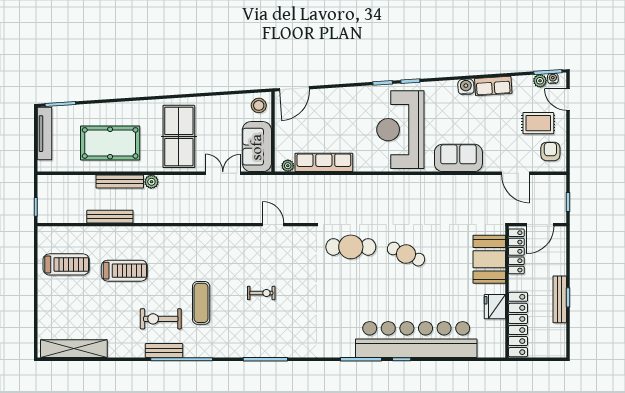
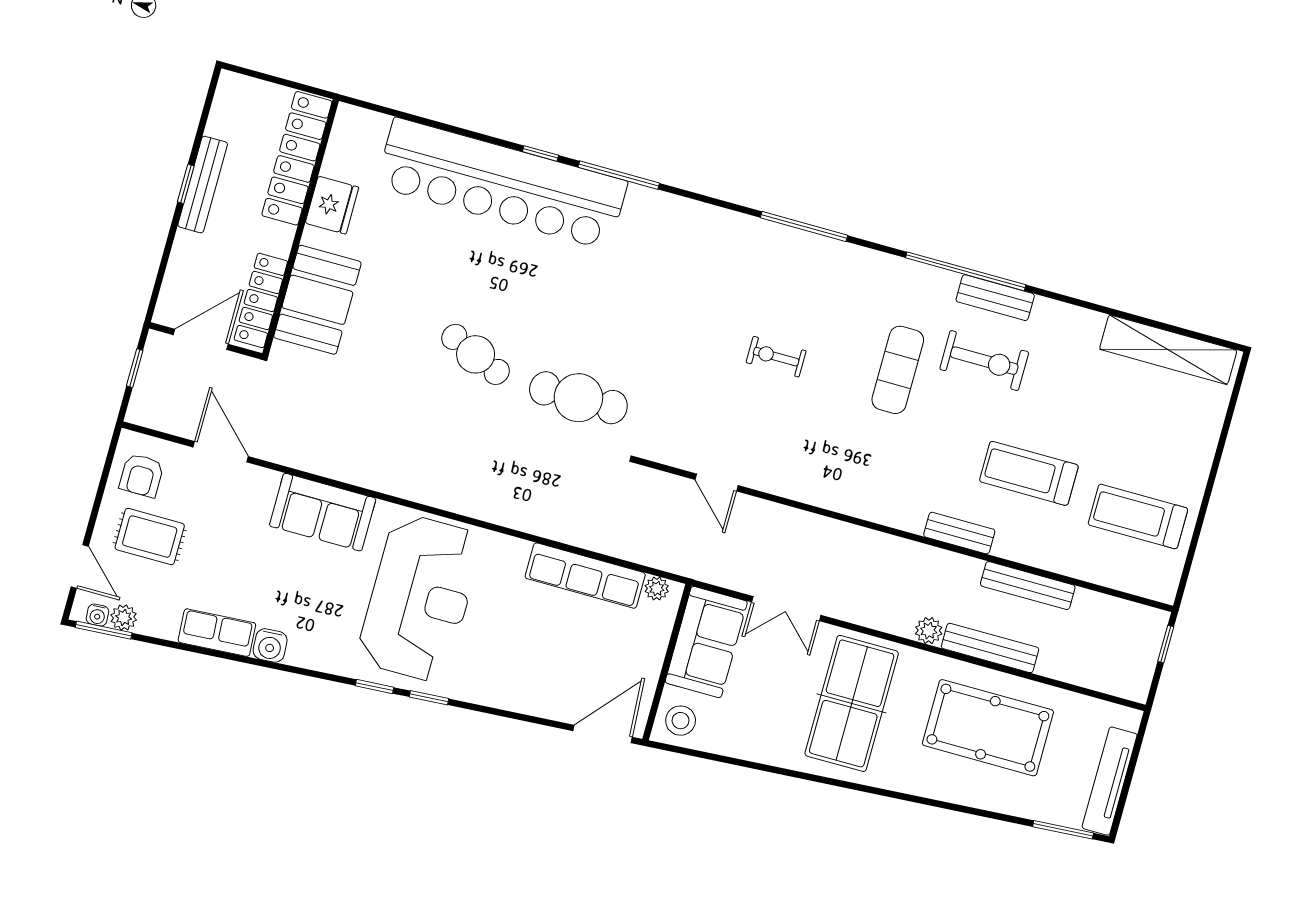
bench: (150, 233) -> (959, 533), added

